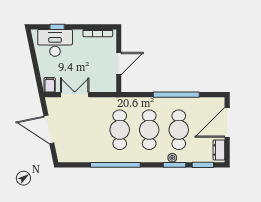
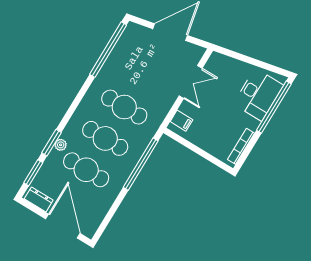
window: (57, 27) -> (274, 107), width x3.17
door: (119, 64) -> (195, 149), removed
filing cabinet: (50, 85) -> (181, 121), moved
window: (176, 95) -> (141, 164), moved
window: (115, 165) -> (108, 50), moved

